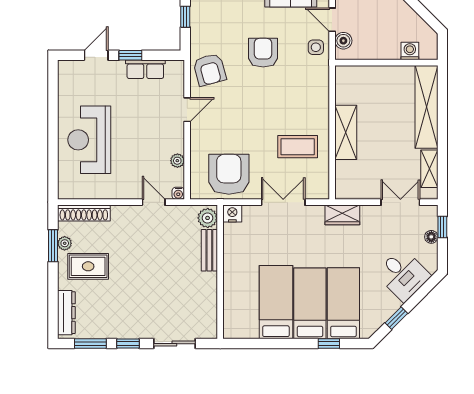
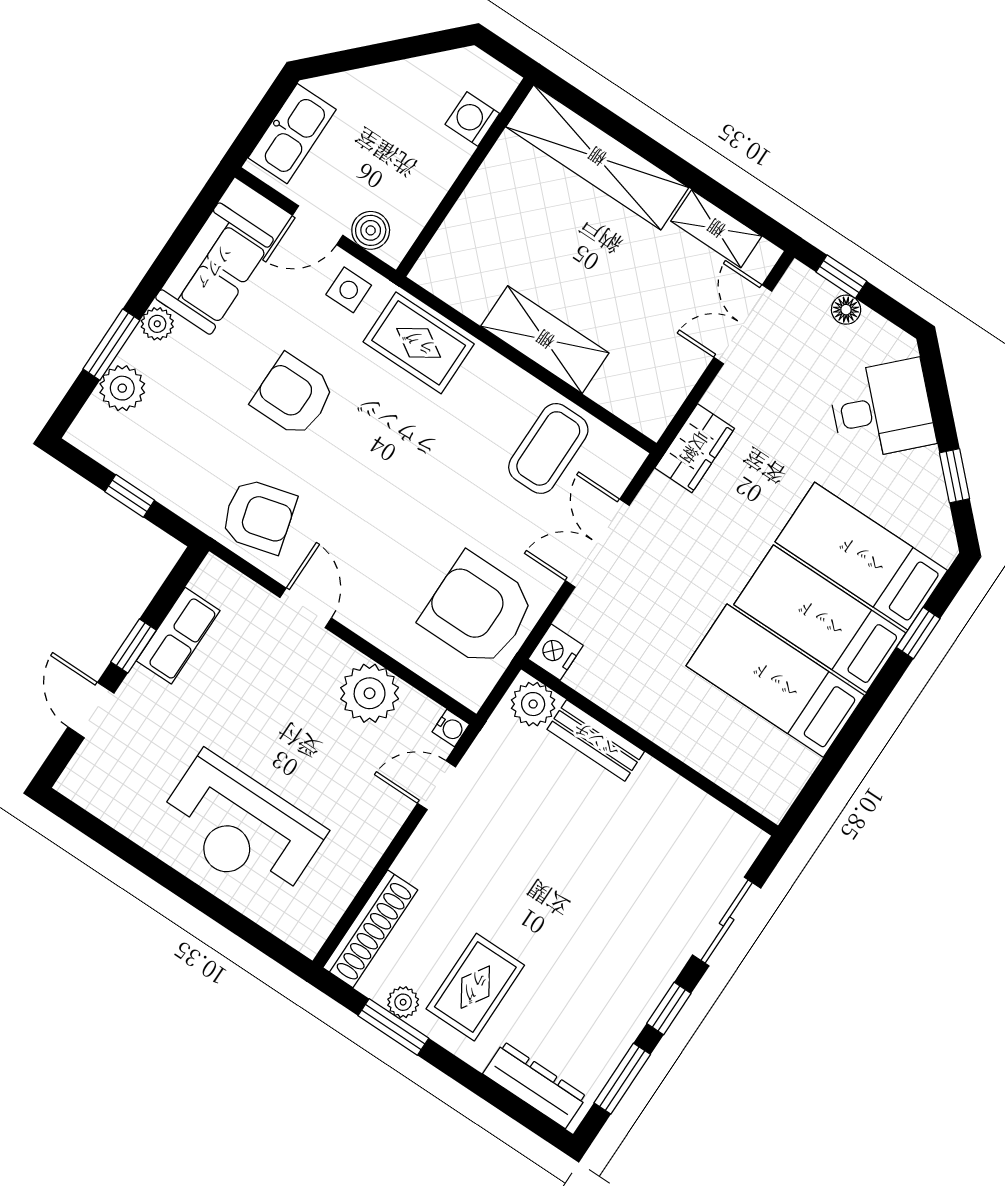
rug: (313, 86) -> (419, 343), added
coffee table: (298, 147) -> (548, 448), moved
plant: (177, 161) -> (370, 693), width x1.88, depth x1.88

